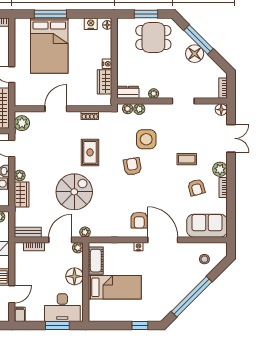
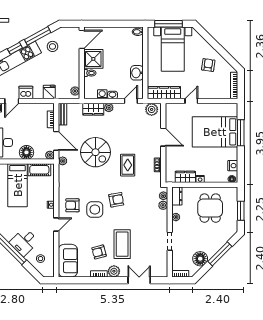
dining table: (153, 37) -> (210, 208), moved
floor lamp: (195, 54) -> (200, 259), moved
floor lamp: (221, 110) -> (163, 272), removed
double door: (231, 138) -> (139, 280), swing flipped
side table: (146, 139) -> (95, 210), moved
rug: (90, 152) -> (128, 165), turned 90
coffee table: (187, 159) -> (122, 244), width x1.86, depth x1.72
door: (163, 240) -> (56, 225), width x0.53
desk: (184, 279) -> (24, 242), added
door: (12, 294) -> (12, 101), hinge flipped

